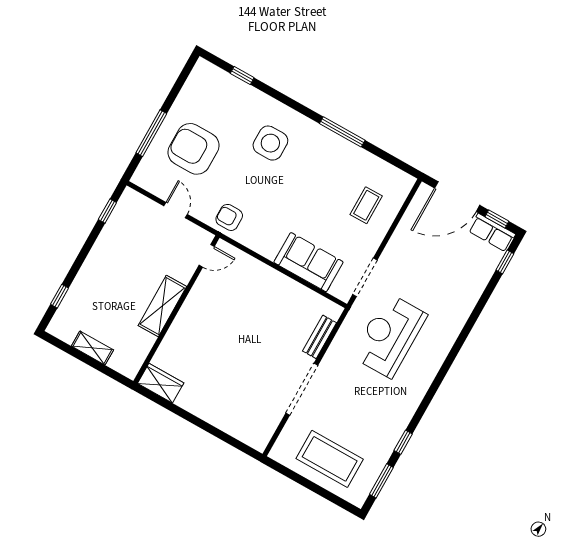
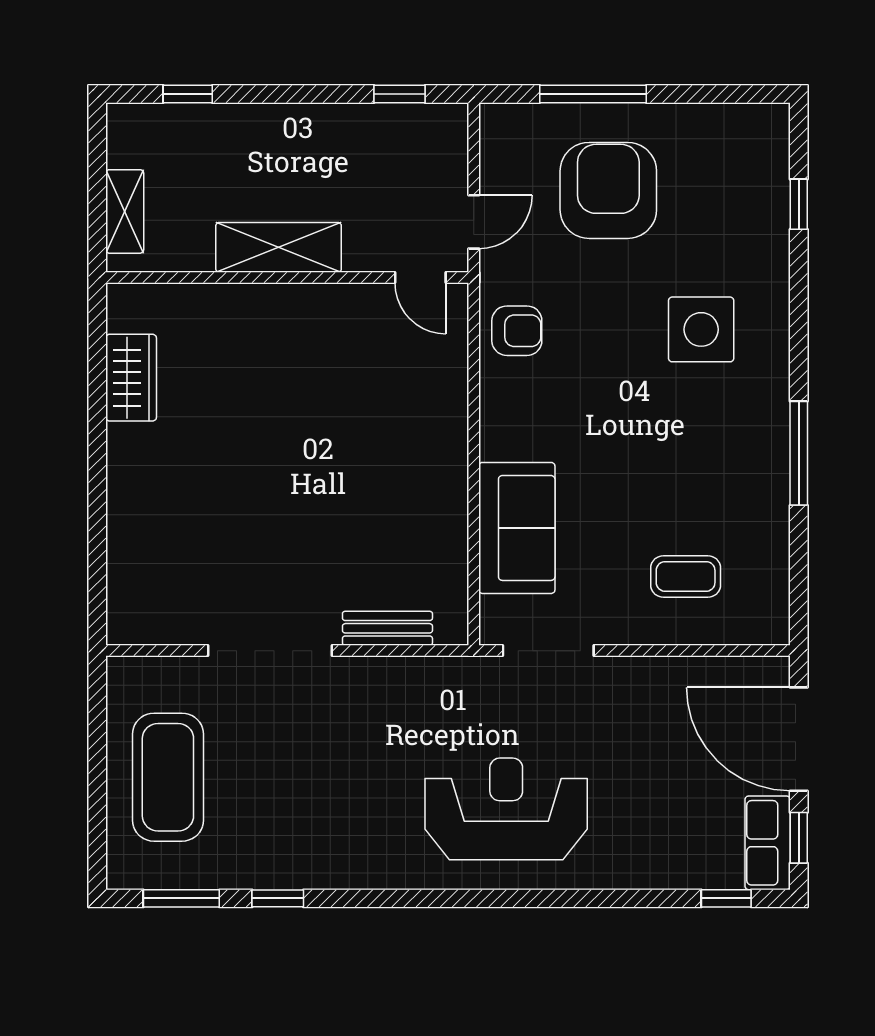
armchair: (229, 217) -> (517, 331), turned 90
door: (207, 256) -> (420, 278), moved
shelving: (162, 306) -> (279, 247), moved
wall: (176, 309) -> (287, 278), moved
reception desk: (389, 336) -> (506, 809), moved

